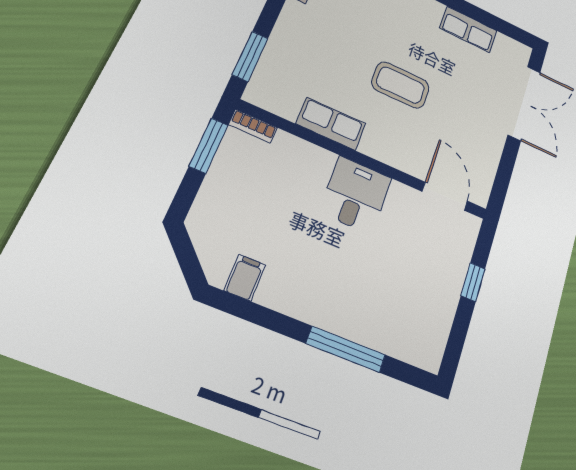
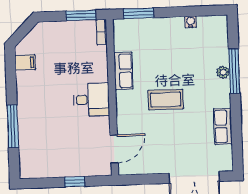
coffee table: (401, 85) -> (166, 100), turned 90

